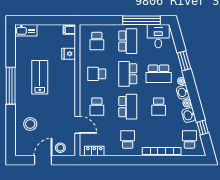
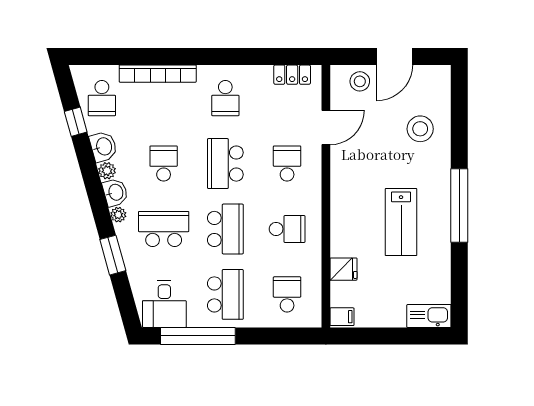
school desk: (128, 41) -> (225, 294), turned 180
door: (77, 125) -> (326, 127), swing flipped

